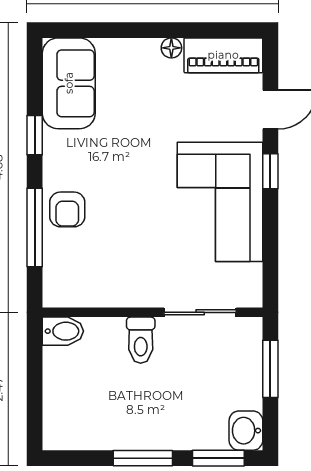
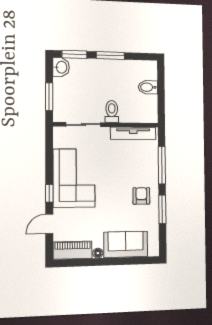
sofa: (69, 83) -> (126, 244), moved, turned 90
window: (35, 135) -> (162, 209), width x1.50
armchair: (67, 209) -> (141, 196), moved
tv unit: (96, 295) -> (133, 133), added
bidet: (63, 331) -> (148, 87), moved

